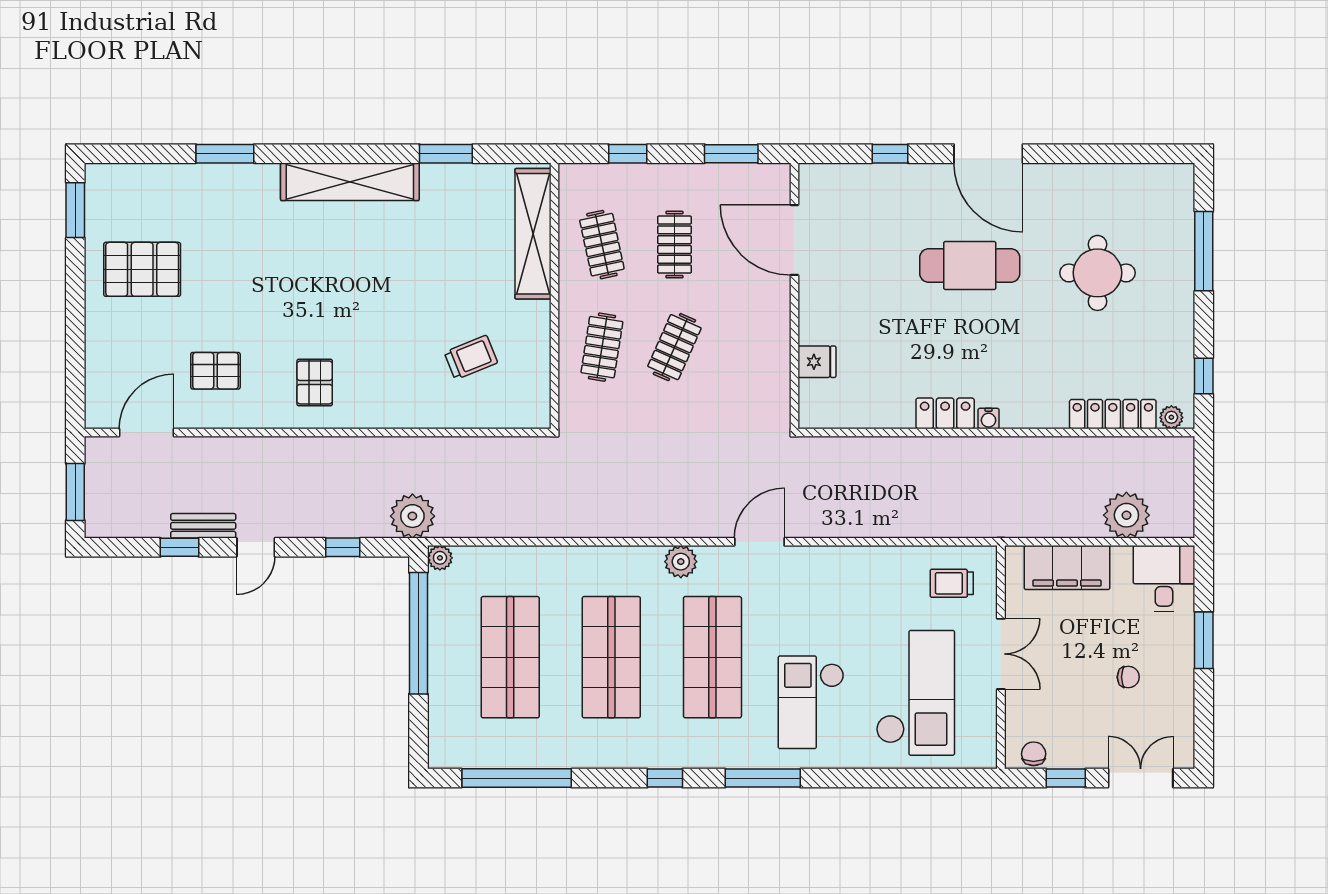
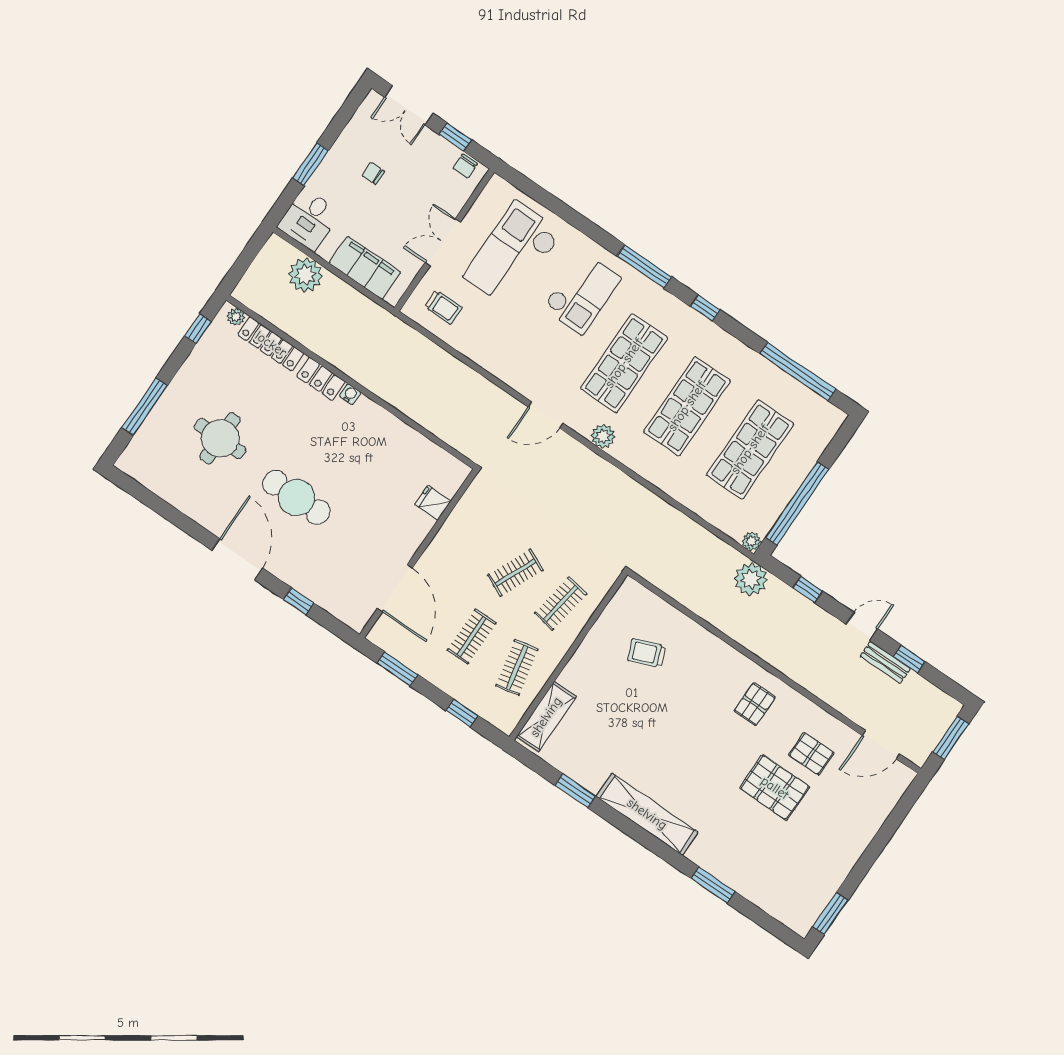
shelving: (533, 234) -> (546, 717), width x0.68
pallet: (142, 269) -> (775, 788), moved
locker: (945, 413) -> (321, 379), moved

